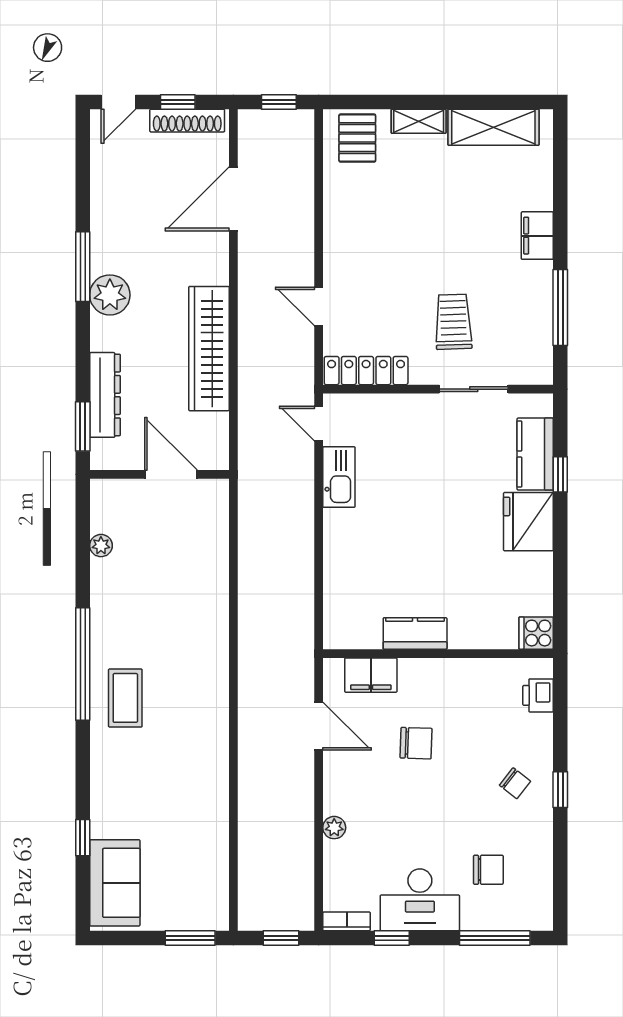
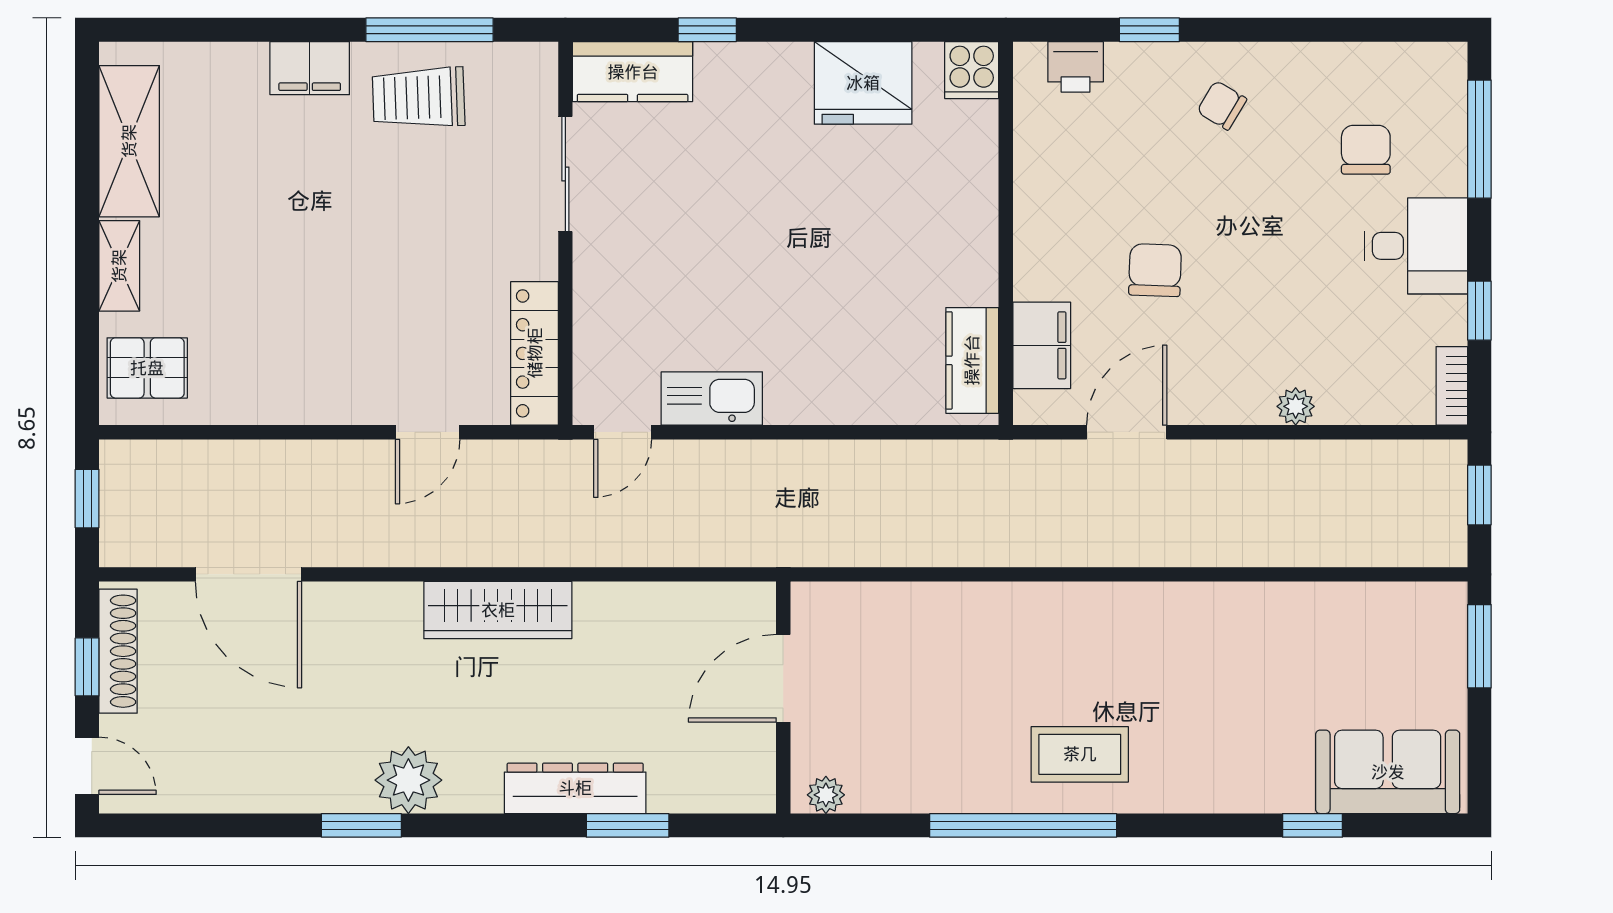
window: (83, 267) -> (361, 825), width x0.69
trolley: (453, 322) -> (419, 97), moved
wardrobe: (209, 349) -> (498, 610), width x0.71, depth x0.85
kitchen counter: (535, 454) -> (633, 72), moved
wall: (159, 474) -> (783, 697), moved
door: (171, 474) -> (783, 678), moved
fridge: (528, 522) -> (863, 83), moved
kitchen counter: (415, 633) -> (972, 360), moved
chair: (515, 783) -> (1222, 105), turned -97
window: (560, 790) -> (1149, 30), moved
desk: (420, 900) -> (1416, 246), width x0.73

